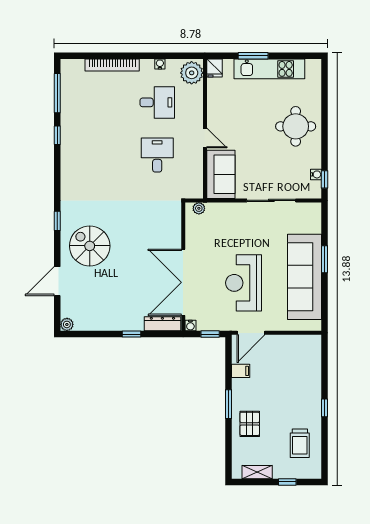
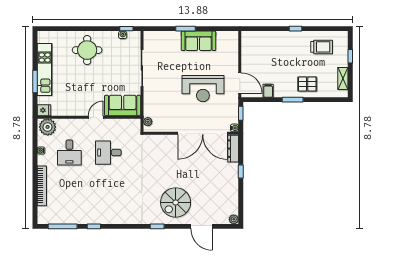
desk: (157, 102) -> (69, 153), turned 180
sofa: (304, 277) -> (198, 41), width x0.54, depth x0.79

